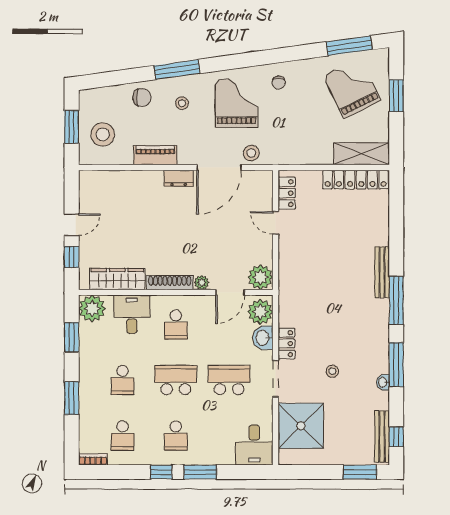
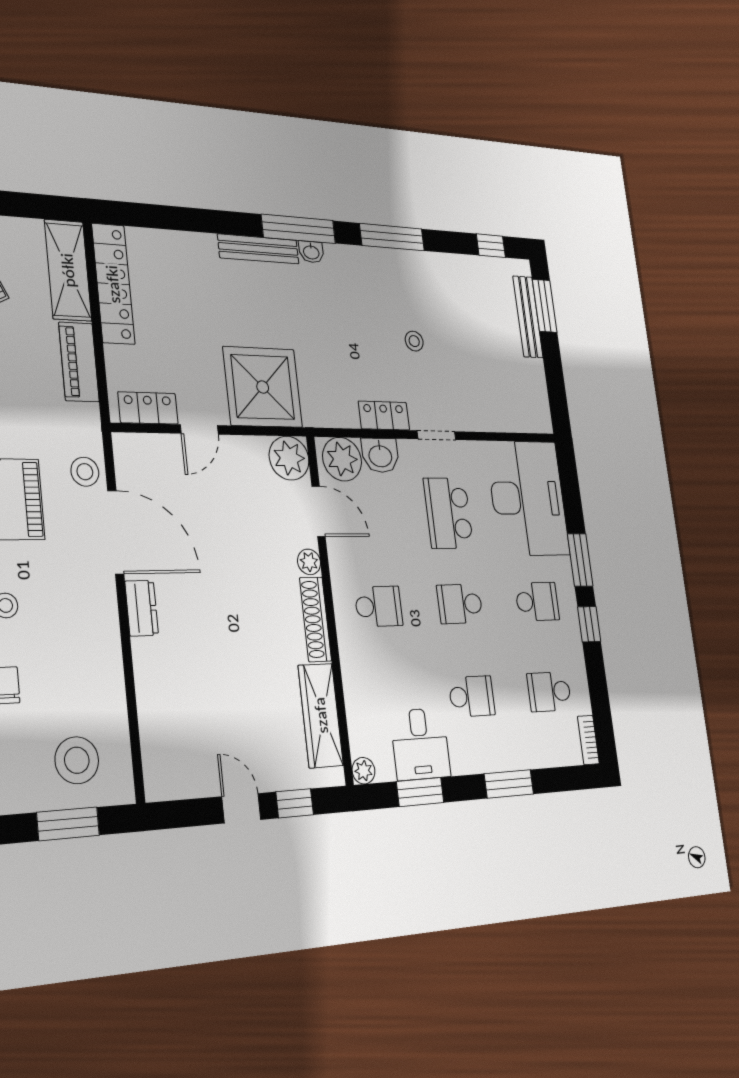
piano: (155, 155) -> (79, 362), moved
plant: (92, 308) -> (363, 771), width x0.53, depth x0.53
desk: (132, 314) -> (420, 744), moved, turned -90
doorway: (276, 379) -> (437, 435), width x0.73
school desk: (176, 380) -> (460, 604), width x0.54
washbasin: (383, 382) -> (311, 252), moved
shower: (301, 426) -> (263, 387), moved
school desk: (123, 436) -> (549, 692), turned 180
bench: (382, 437) -> (528, 317), moved, turned 90
desk: (254, 445) -> (528, 498), width x1.87, depth x1.30

